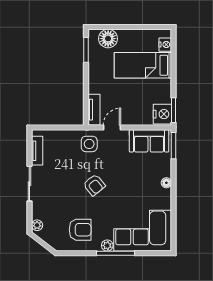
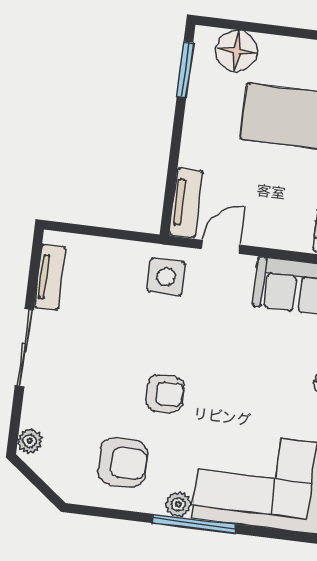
armchair: (94, 185) -> (165, 393), moved, turned -51

